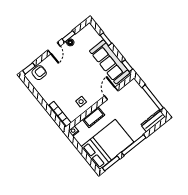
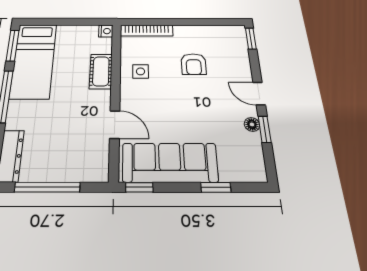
armchair: (39, 73) -> (194, 64), moved
bed: (107, 144) -> (34, 60), width x0.67

